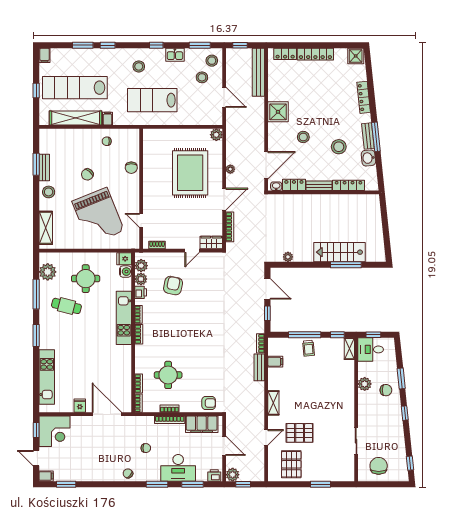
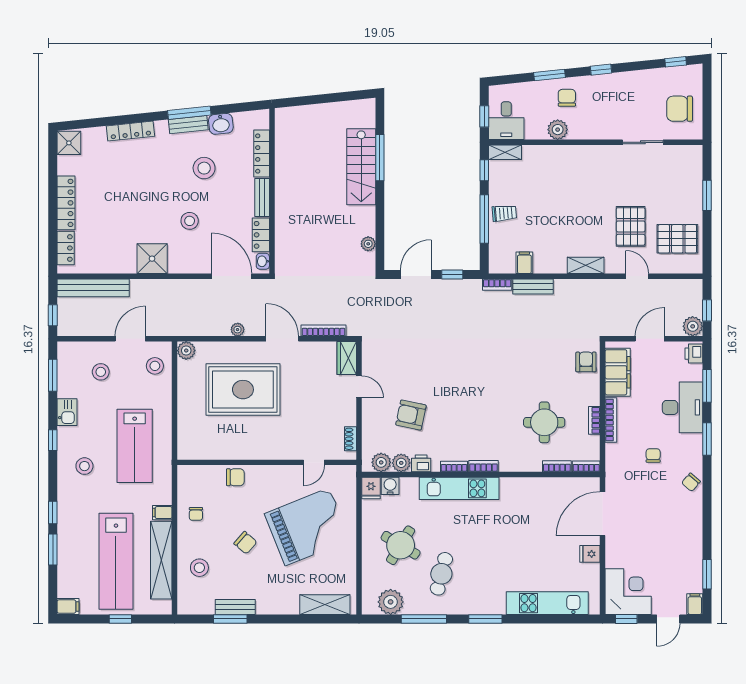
stool: (212, 61) -> (155, 366), moved
stool: (49, 192) -> (199, 568), moved
round table: (86, 279) -> (401, 545), turned 31

